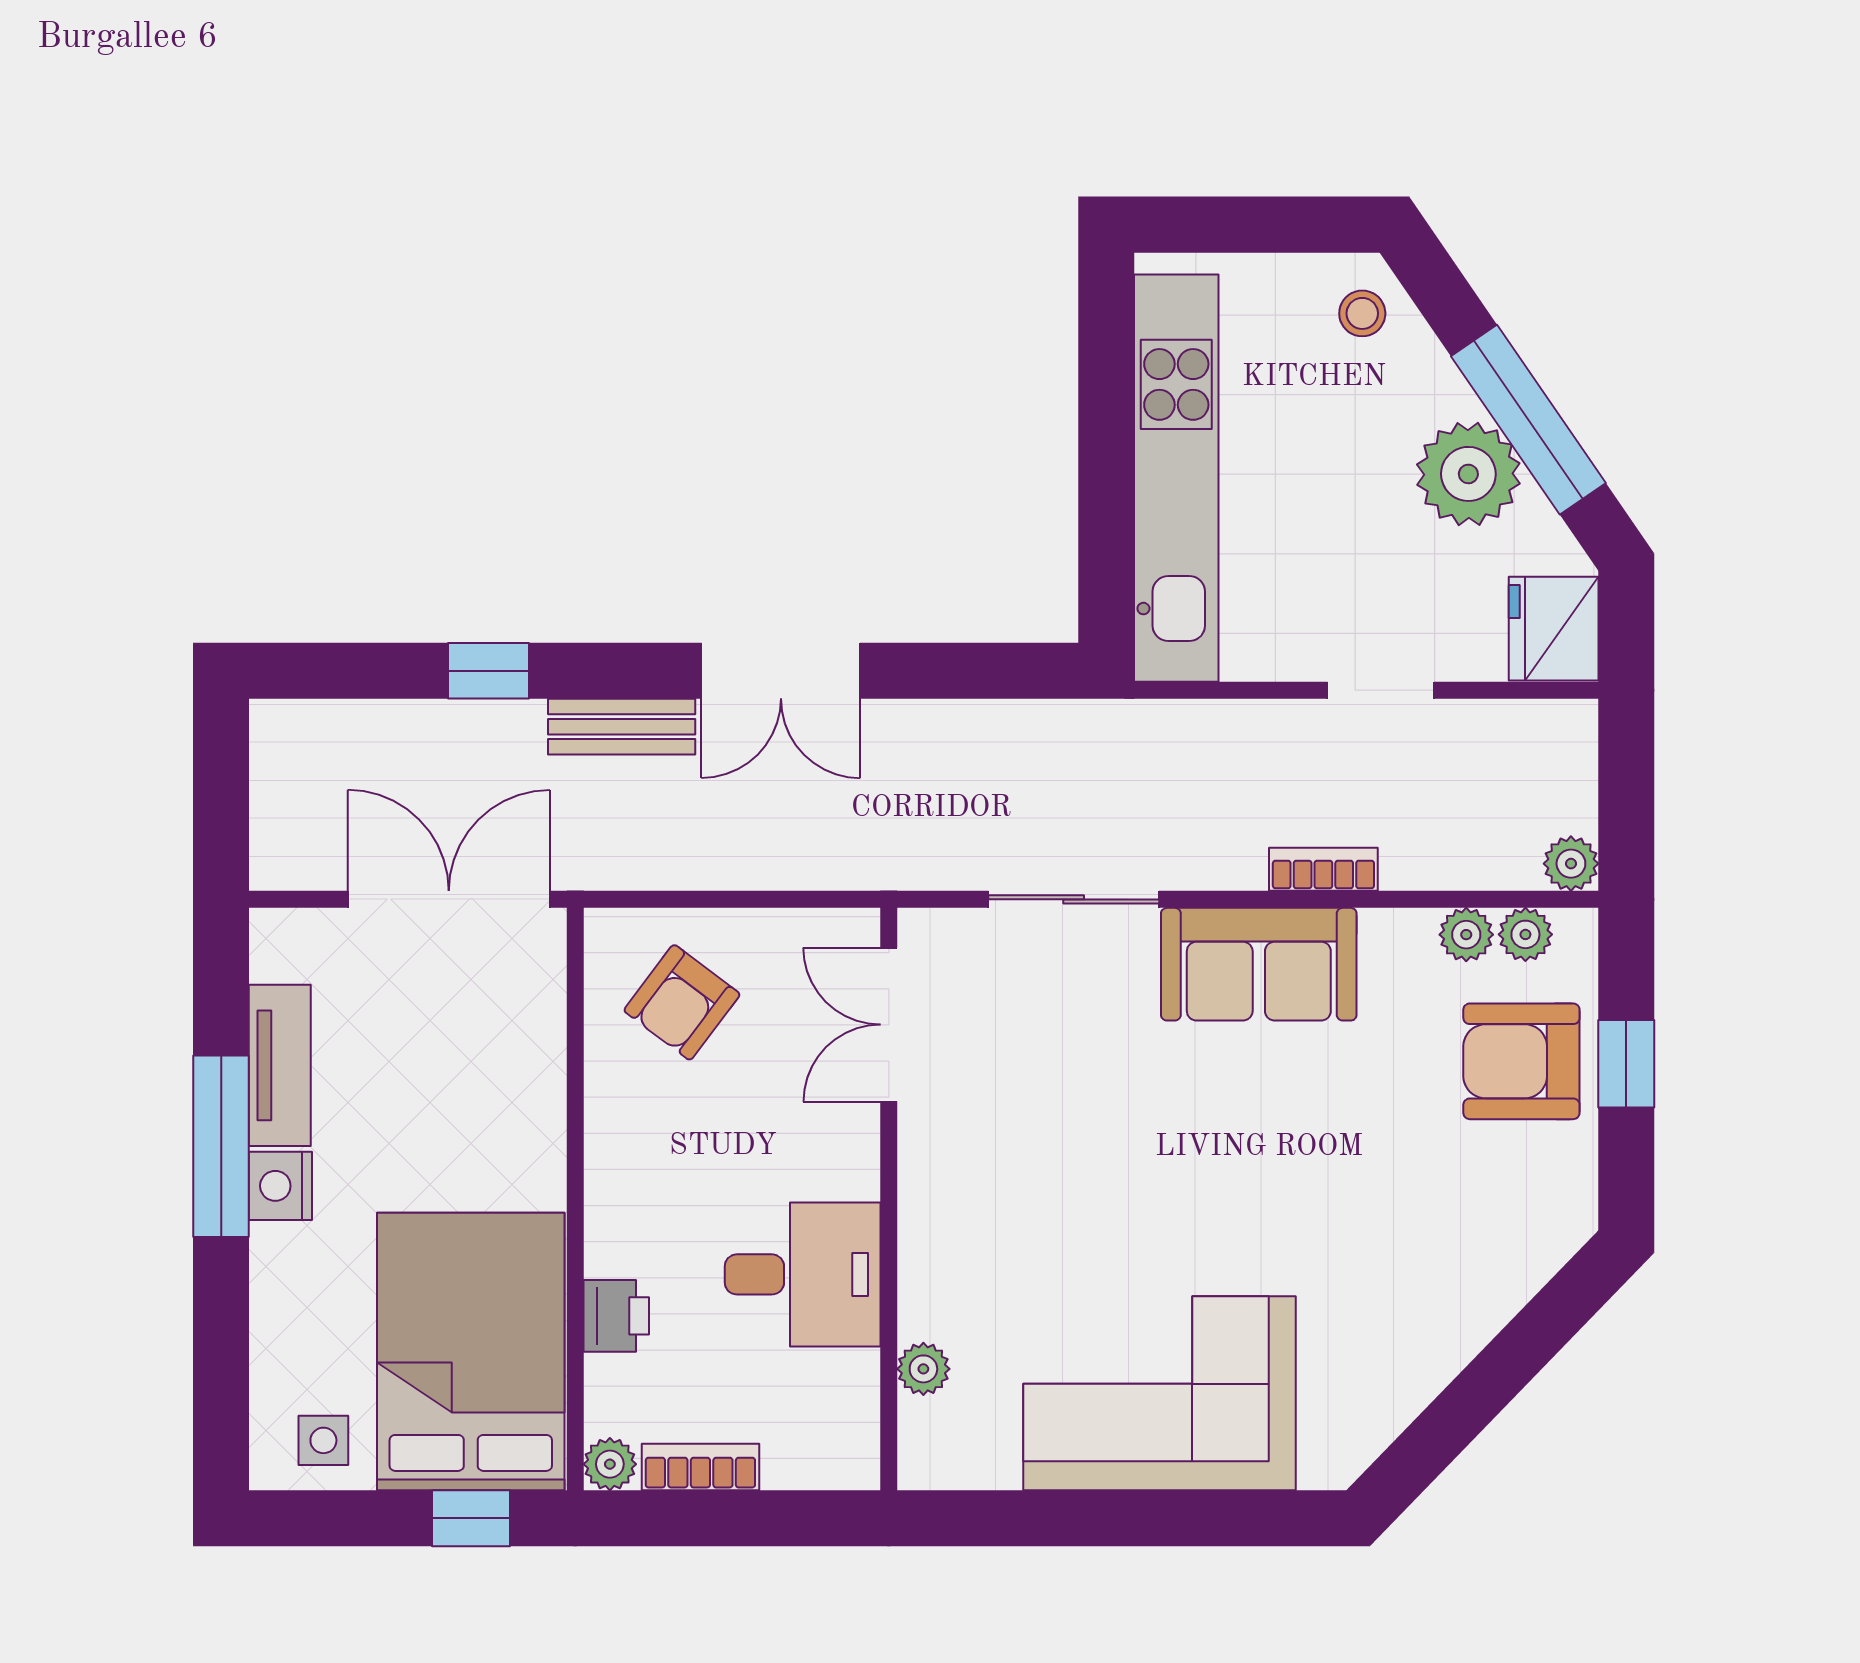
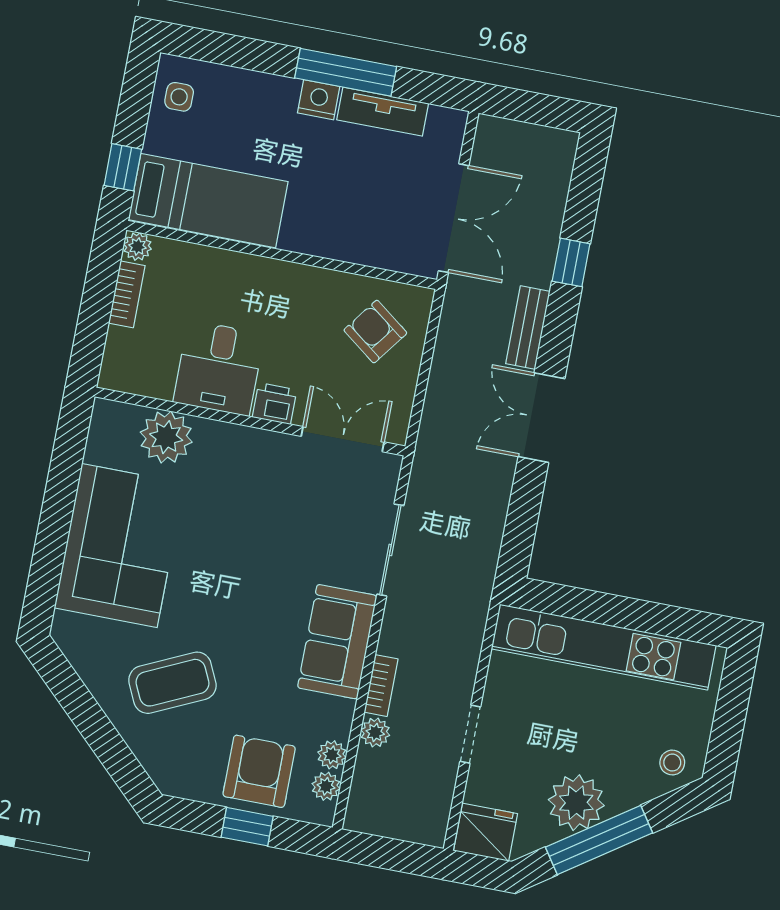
plant: (1571, 864) -> (375, 732), moved
coffee table: (1391, 1249) -> (172, 683), added
printer: (616, 1316) -> (274, 404), moved, turned 180
bed: (471, 1352) -> (208, 201), width x0.67
plant: (923, 1369) -> (166, 437), width x1.88, depth x1.88

